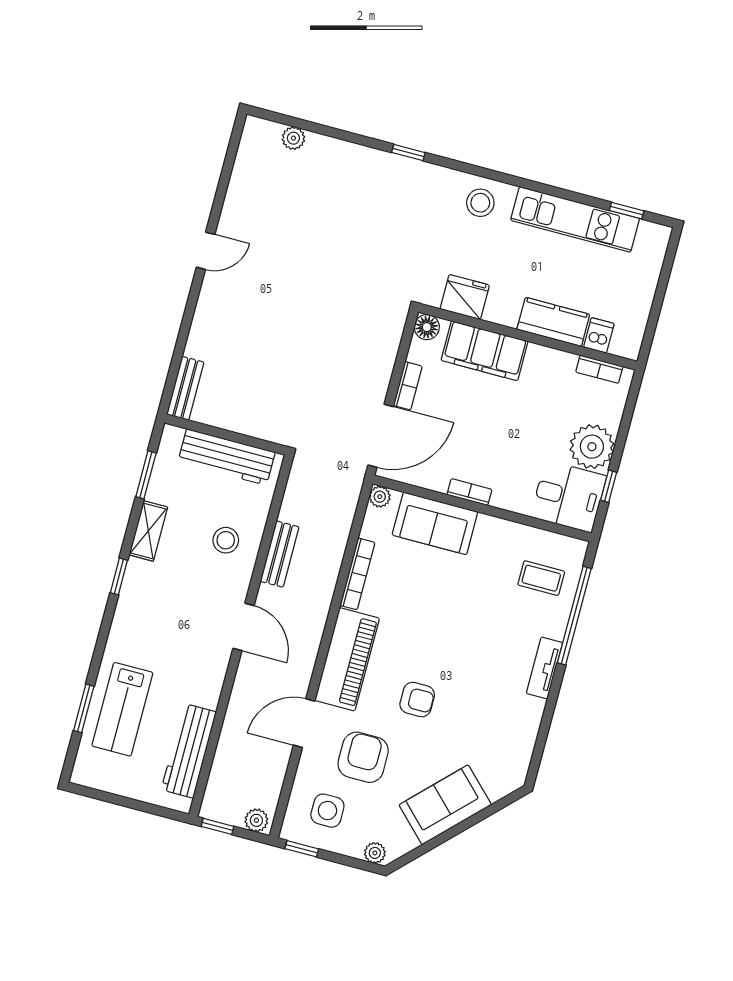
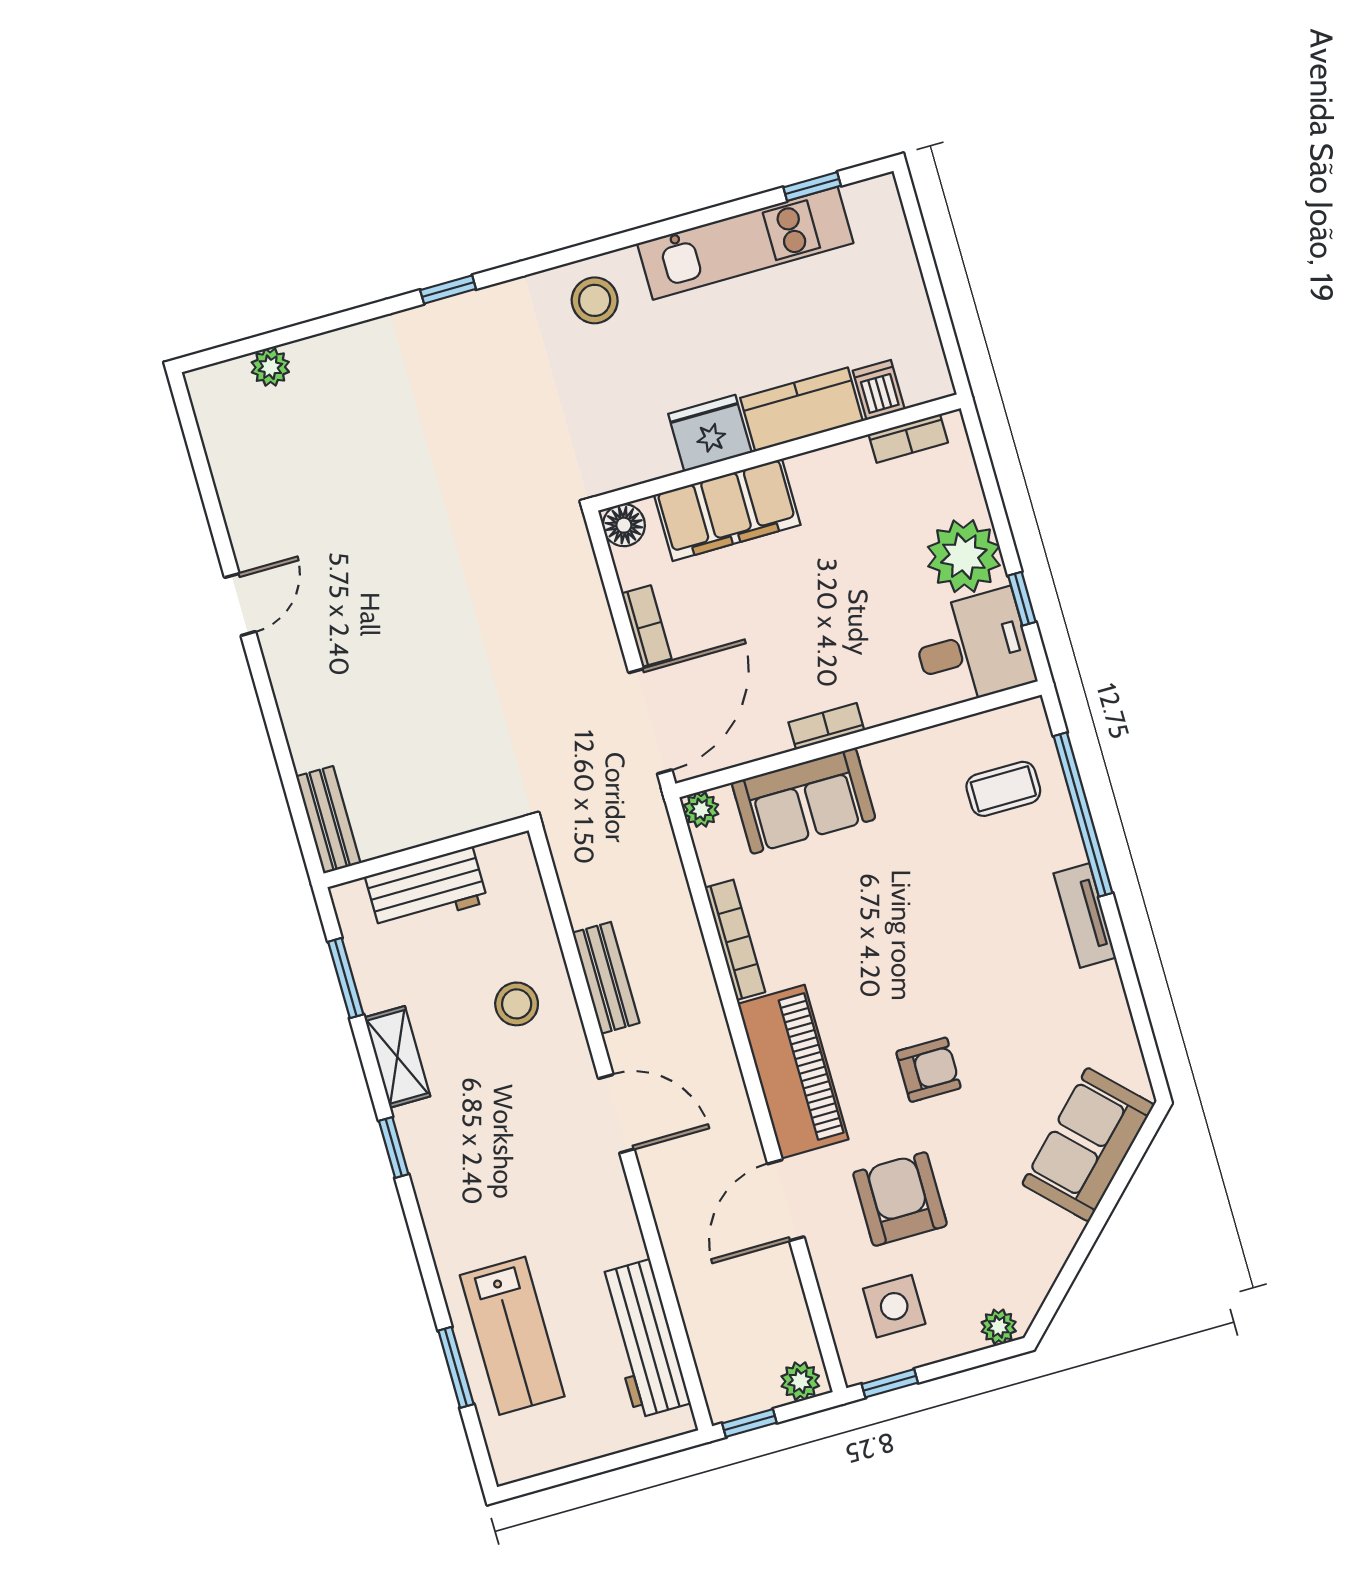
fridge: (465, 297) -> (710, 433), moved
workbench: (227, 457) -> (426, 889), width x0.73
sofa: (445, 805) -> (1088, 1145), moved

